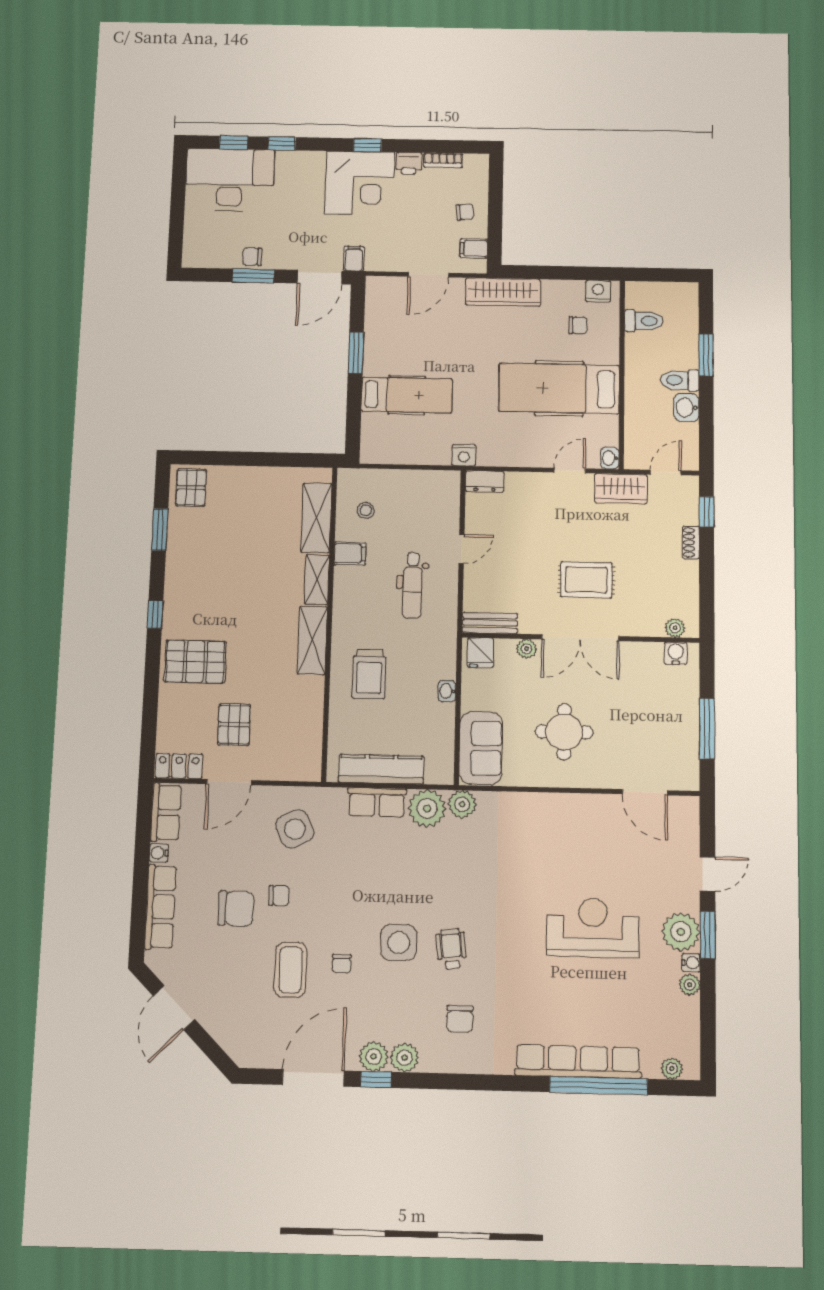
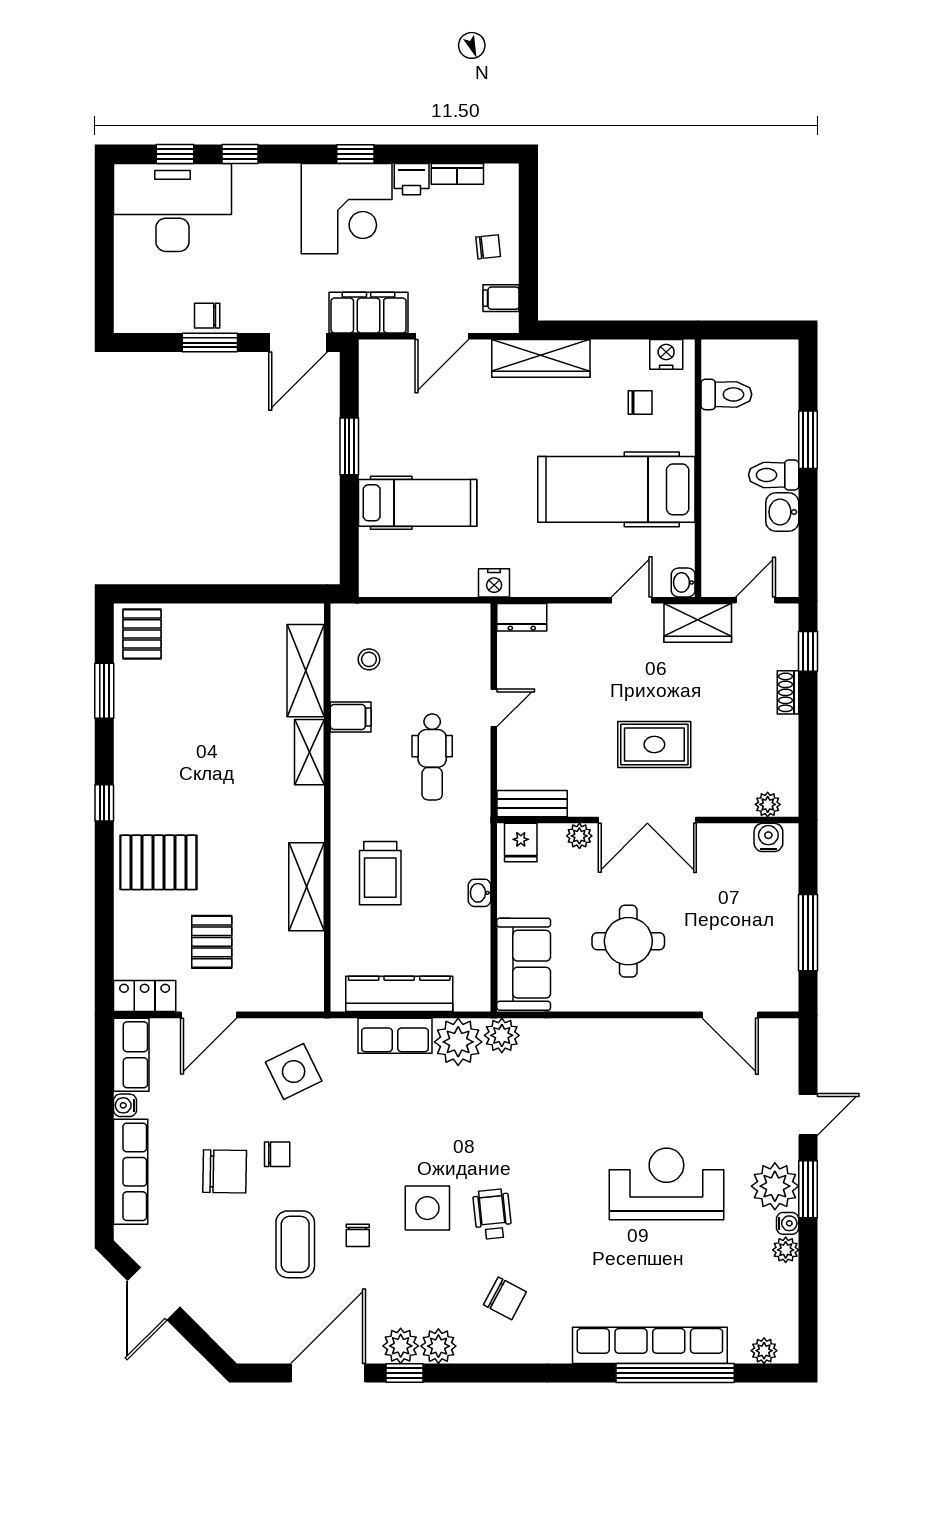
filing cabinet: (354, 258) -> (369, 313), width x3.00, depth x1.17
shelving: (312, 640) -> (306, 887), moved
chair: (460, 1019) -> (505, 1298), turned -62

